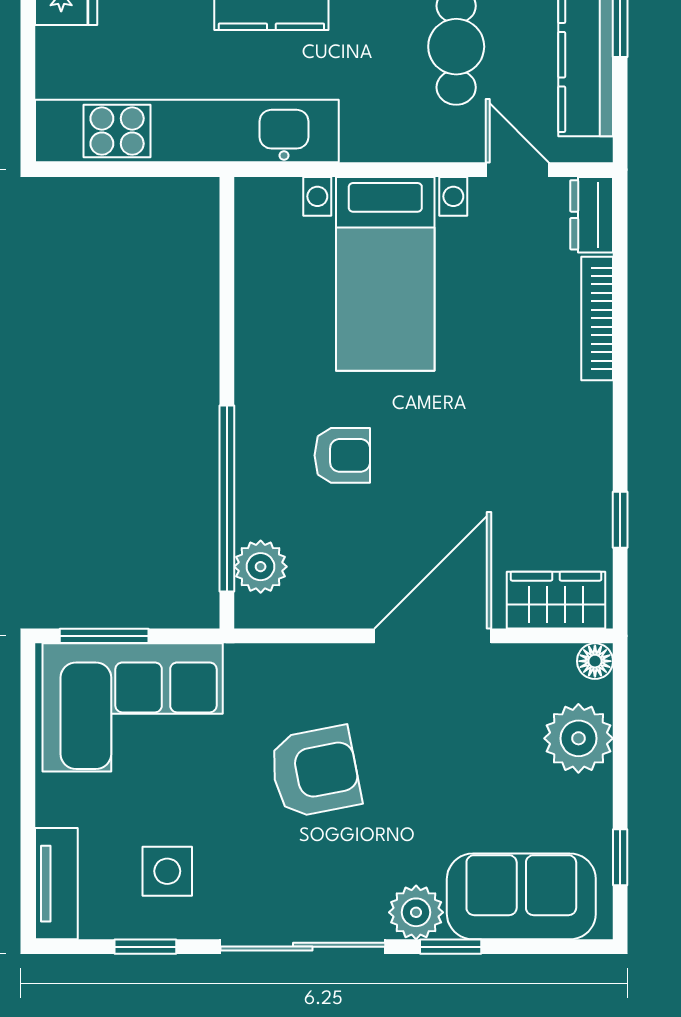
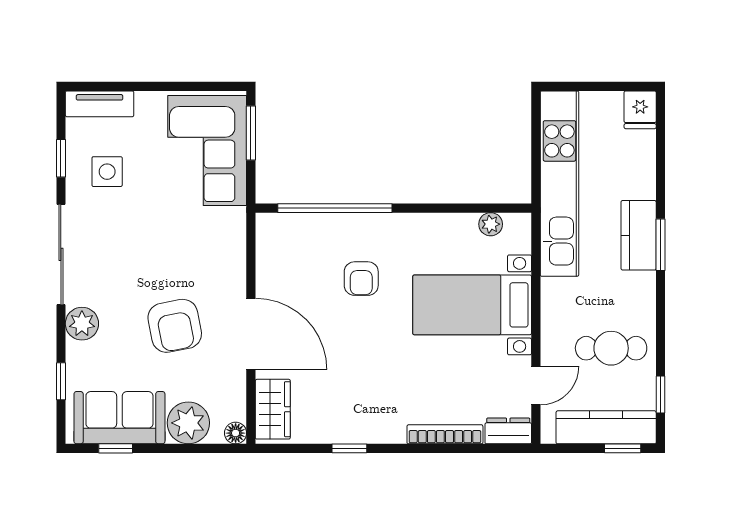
window: (620, 520) -> (349, 448), moved
plant: (261, 567) -> (491, 224), moved, width x0.73, depth x0.73
armchair: (315, 772) -> (175, 326), moved
sofa: (521, 896) -> (119, 418), moved, turned -90
window: (451, 947) -> (61, 381), moved

